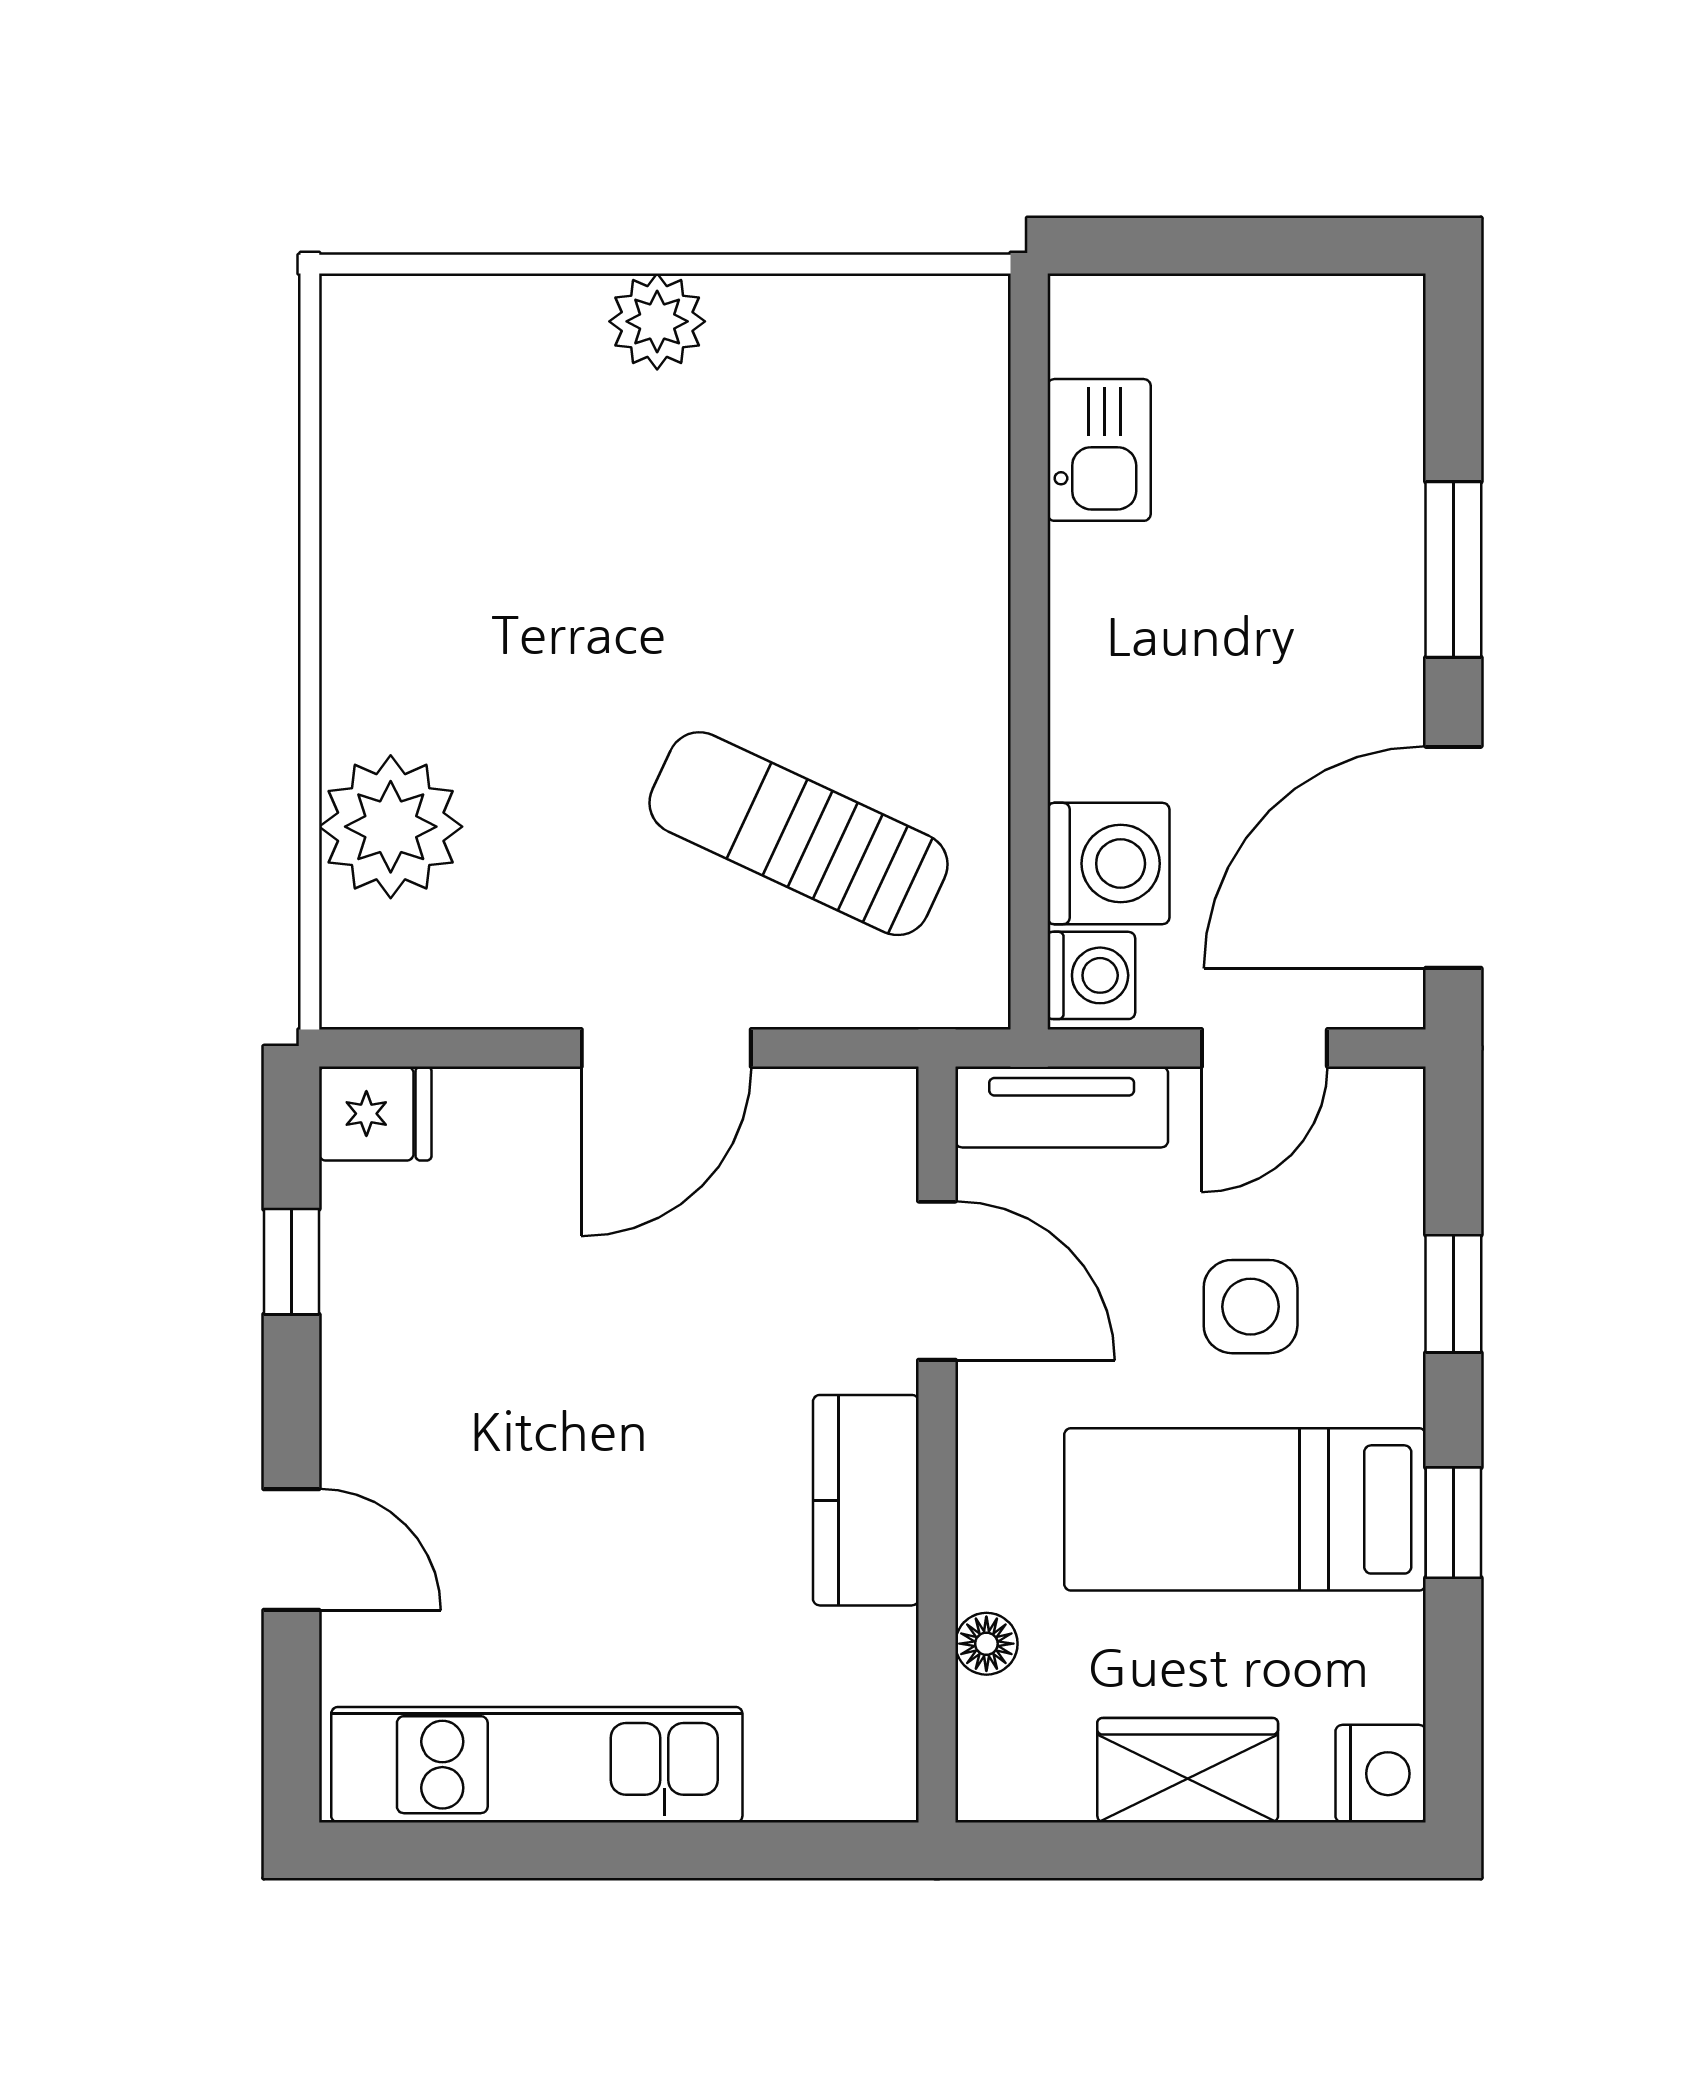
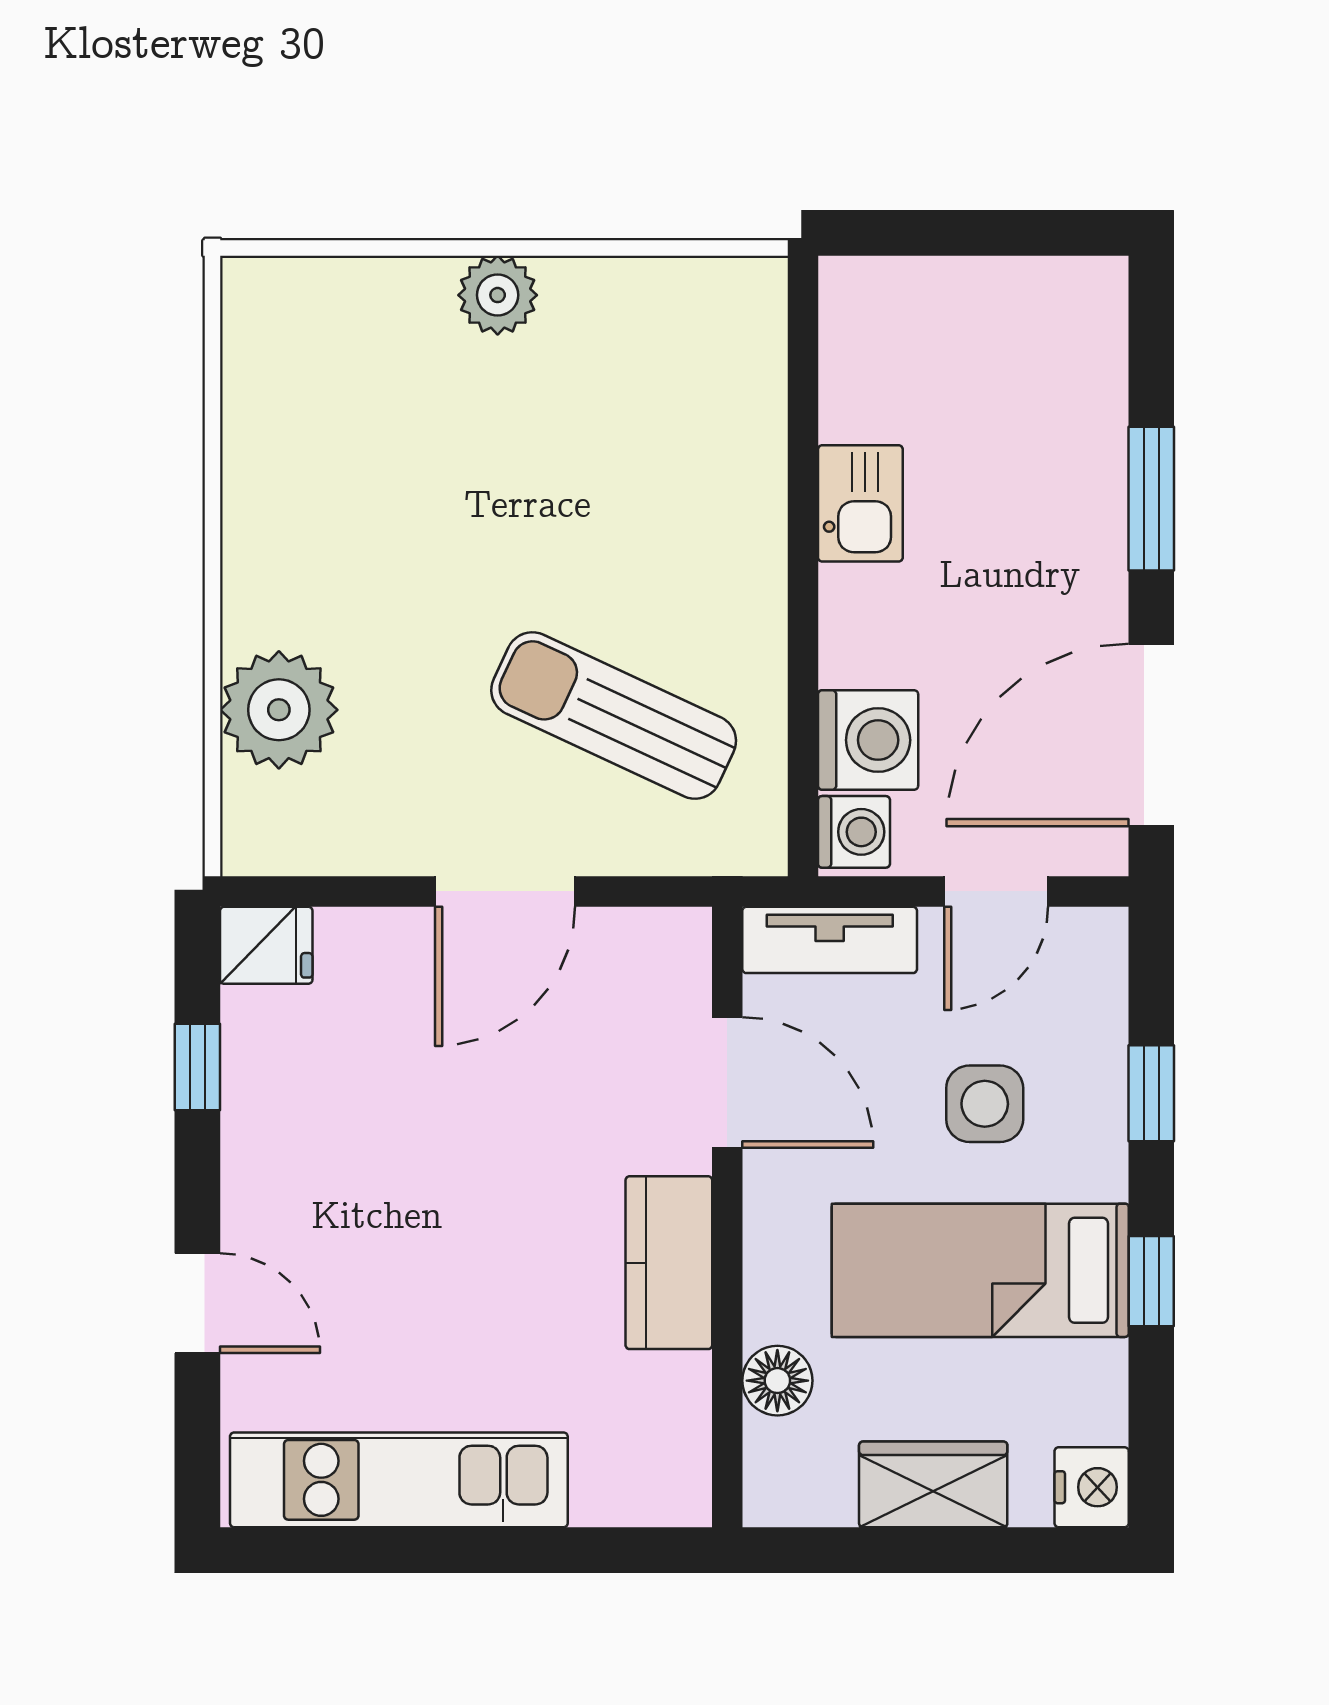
kitchen sink: (1099, 450) -> (860, 503), moved
floor lamp: (986, 1644) -> (777, 1381), width x1.37, depth x1.37

